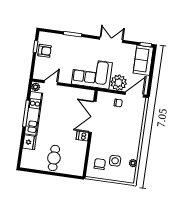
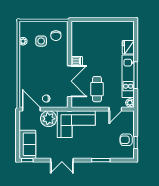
door: (134, 95) -> (31, 109), swing flipped
cafe table: (54, 158) -> (97, 89), moved

